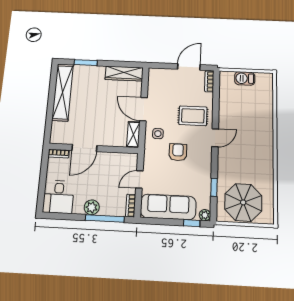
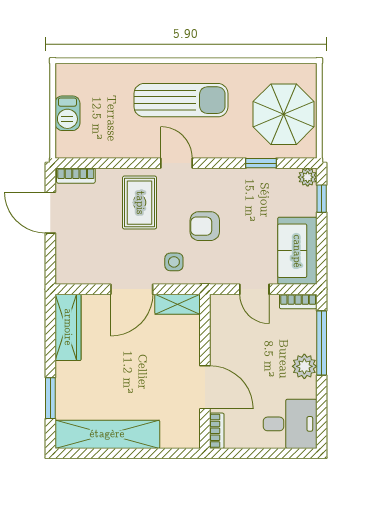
sun lounger: (252, 142) -> (181, 100), added
sofa: (168, 207) -> (297, 251), width x0.73

